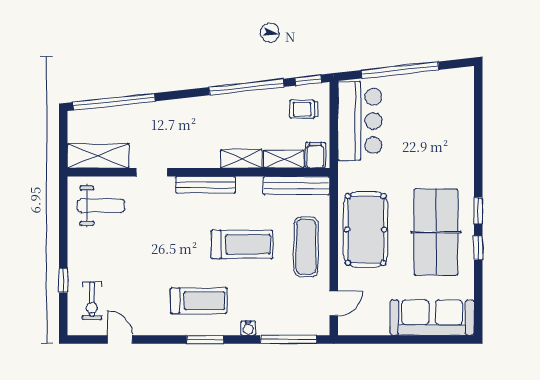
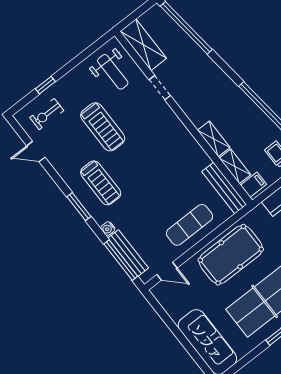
bench: (206, 185) -> (128, 253), moved
treadmill: (242, 244) -> (103, 127), moved
door: (120, 340) -> (36, 152), swing flipped

